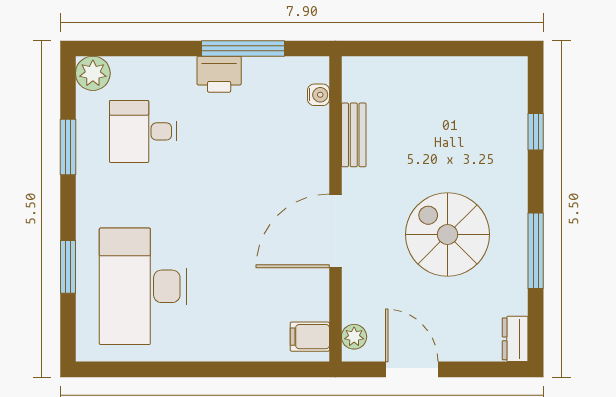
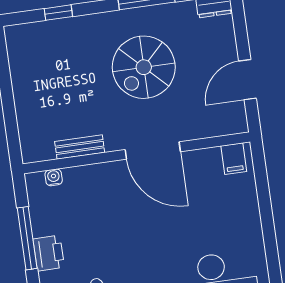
plant: (354, 337) -> (229, 126), removed

